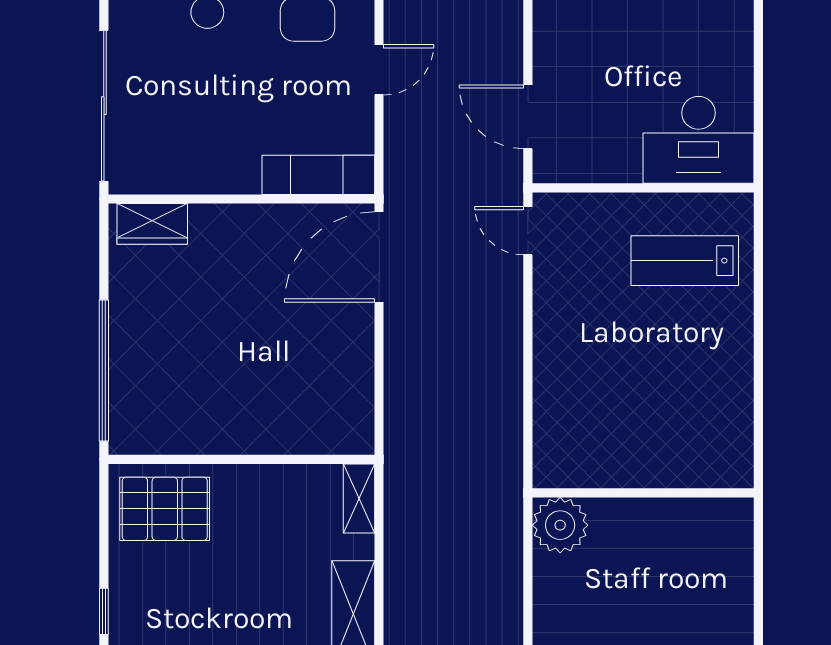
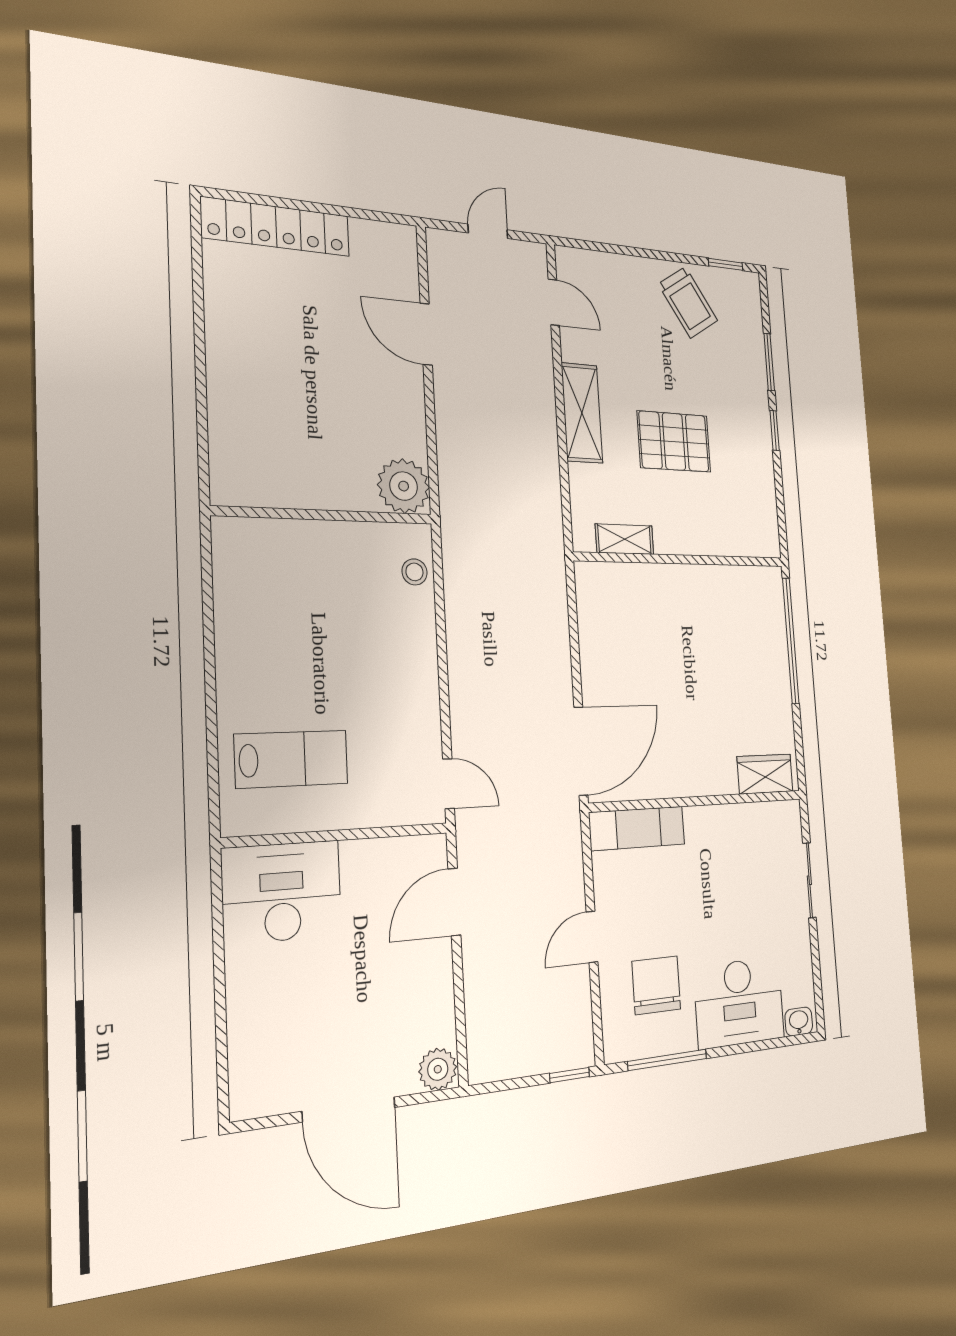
sliding door: (104, 106) -> (809, 880), width x0.54
door: (528, 117) -> (454, 902), swing flipped
stool: (553, 439) -> (414, 572), added
shelving: (359, 498) -> (625, 539), moved, turned 90
pallet: (165, 509) -> (674, 442), moved

